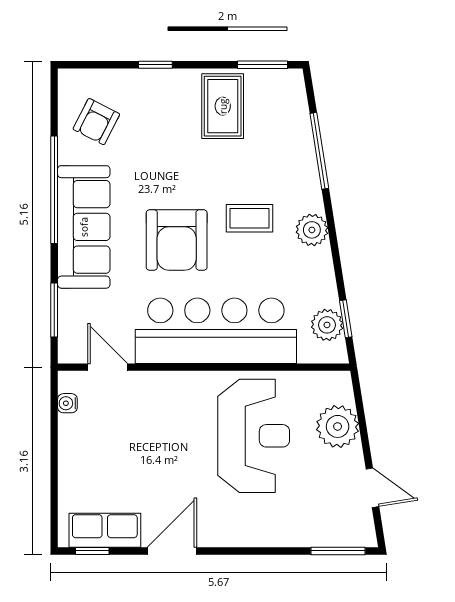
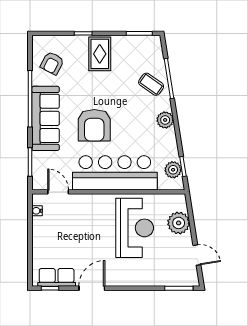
rug: (223, 106) -> (100, 54), moved
coffee table: (249, 218) -> (151, 84), moved, turned 35

